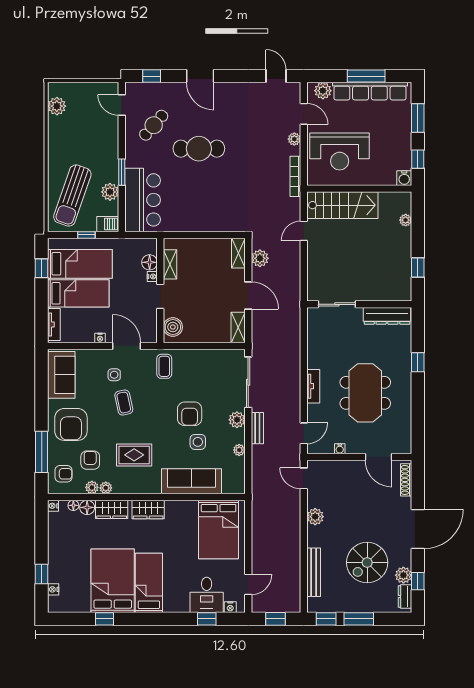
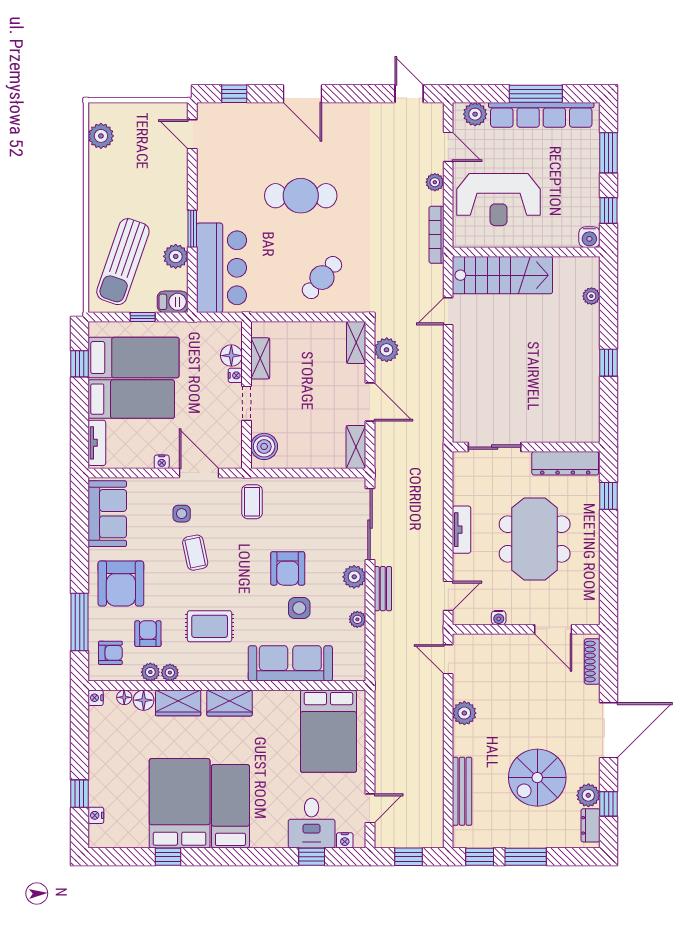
cafe table: (154, 125) -> (322, 278), moved
sliding door: (337, 304) -> (495, 447), moved
wall: (359, 304) -> (526, 447), moved
dresser: (387, 316) -> (565, 463), moved

